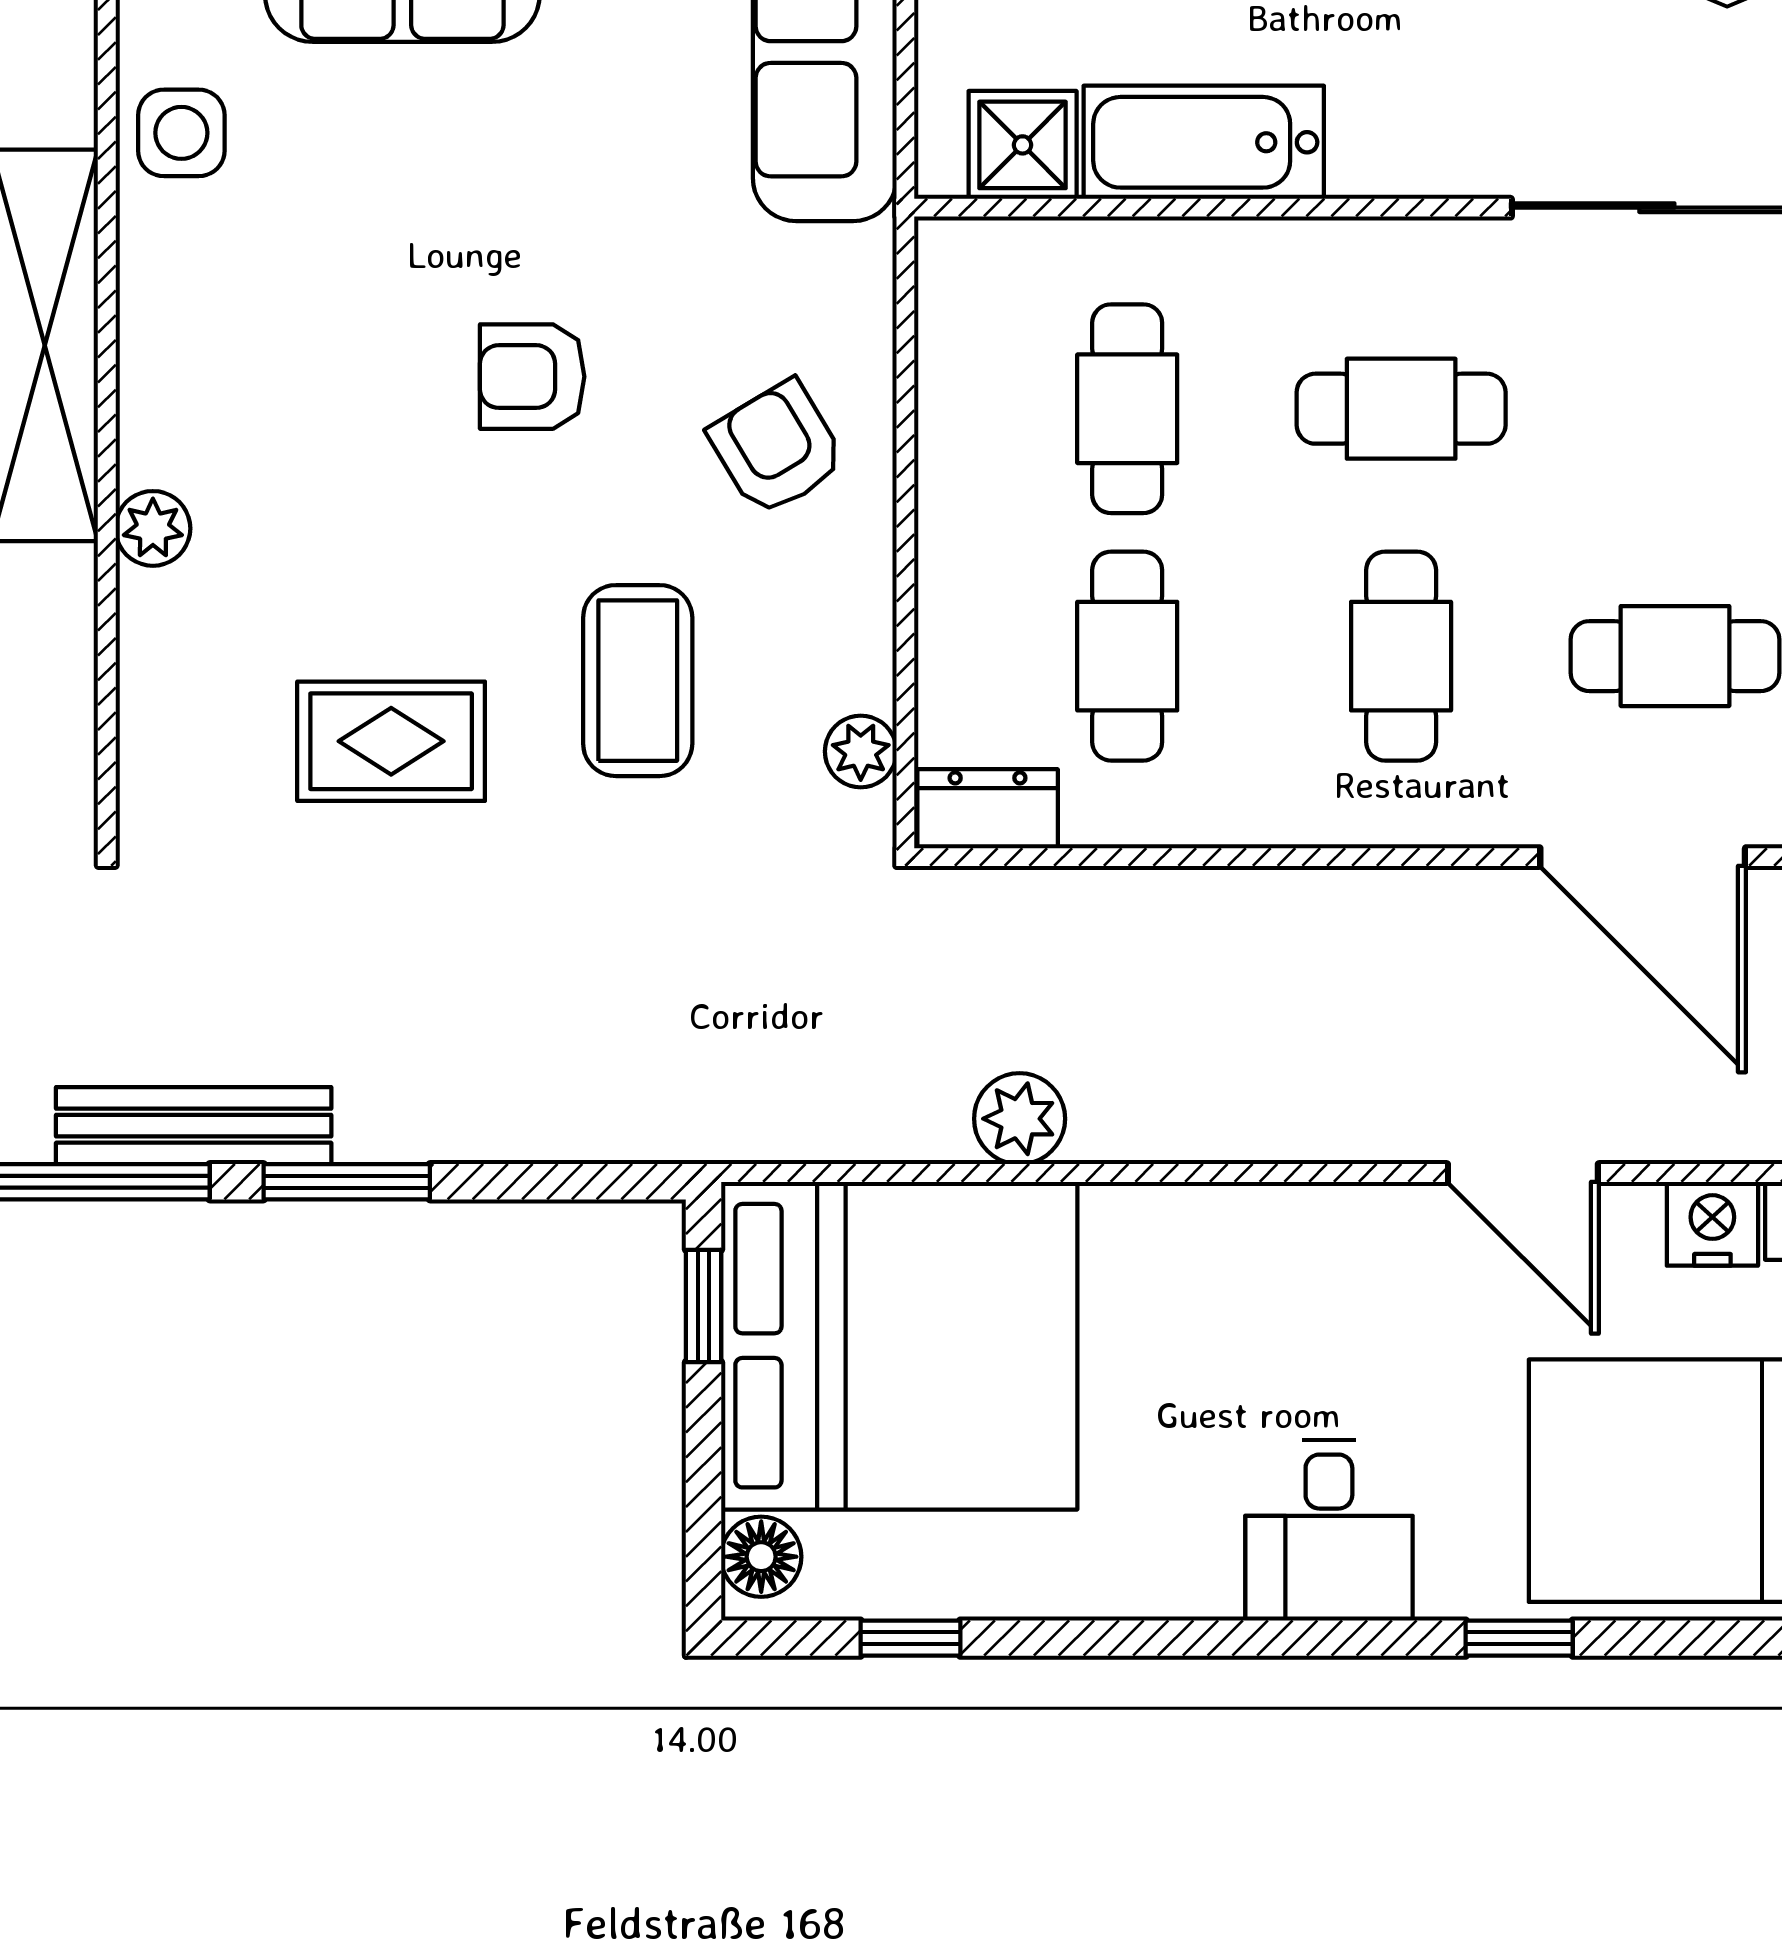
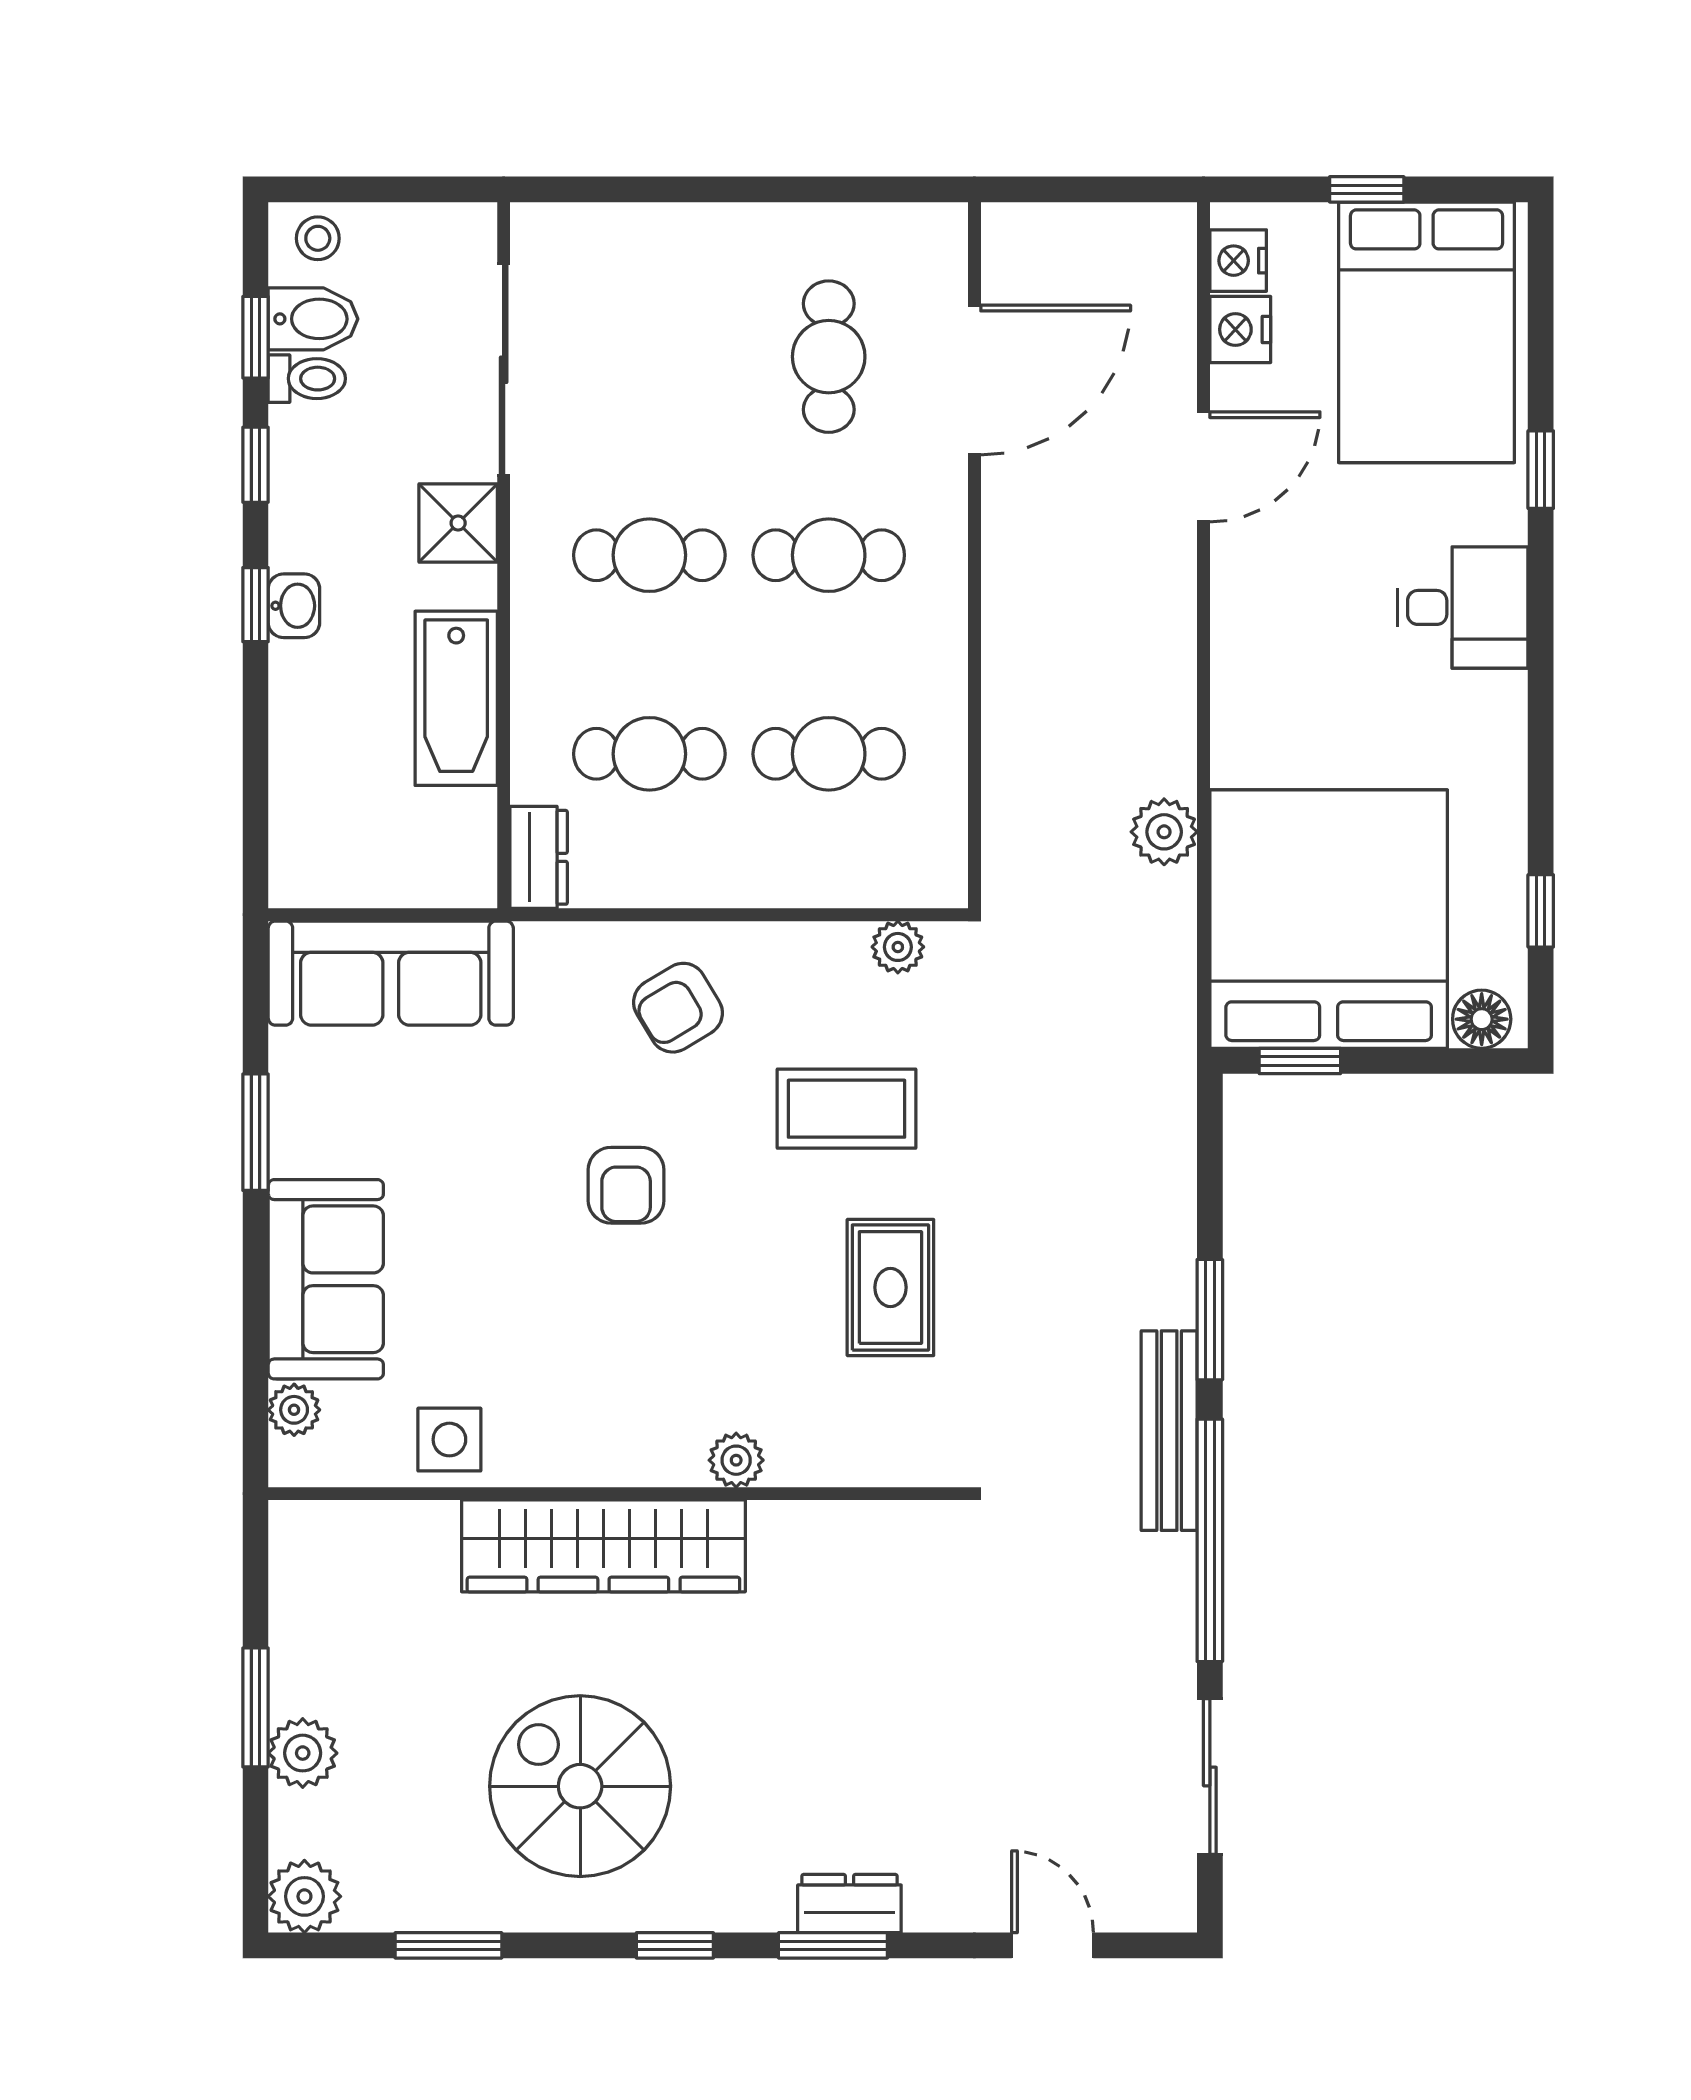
shower: (1023, 145) -> (458, 523), moved
cafe table: (1401, 409) -> (649, 555), turned 90
dresser: (988, 809) -> (539, 857), moved, turned 180

